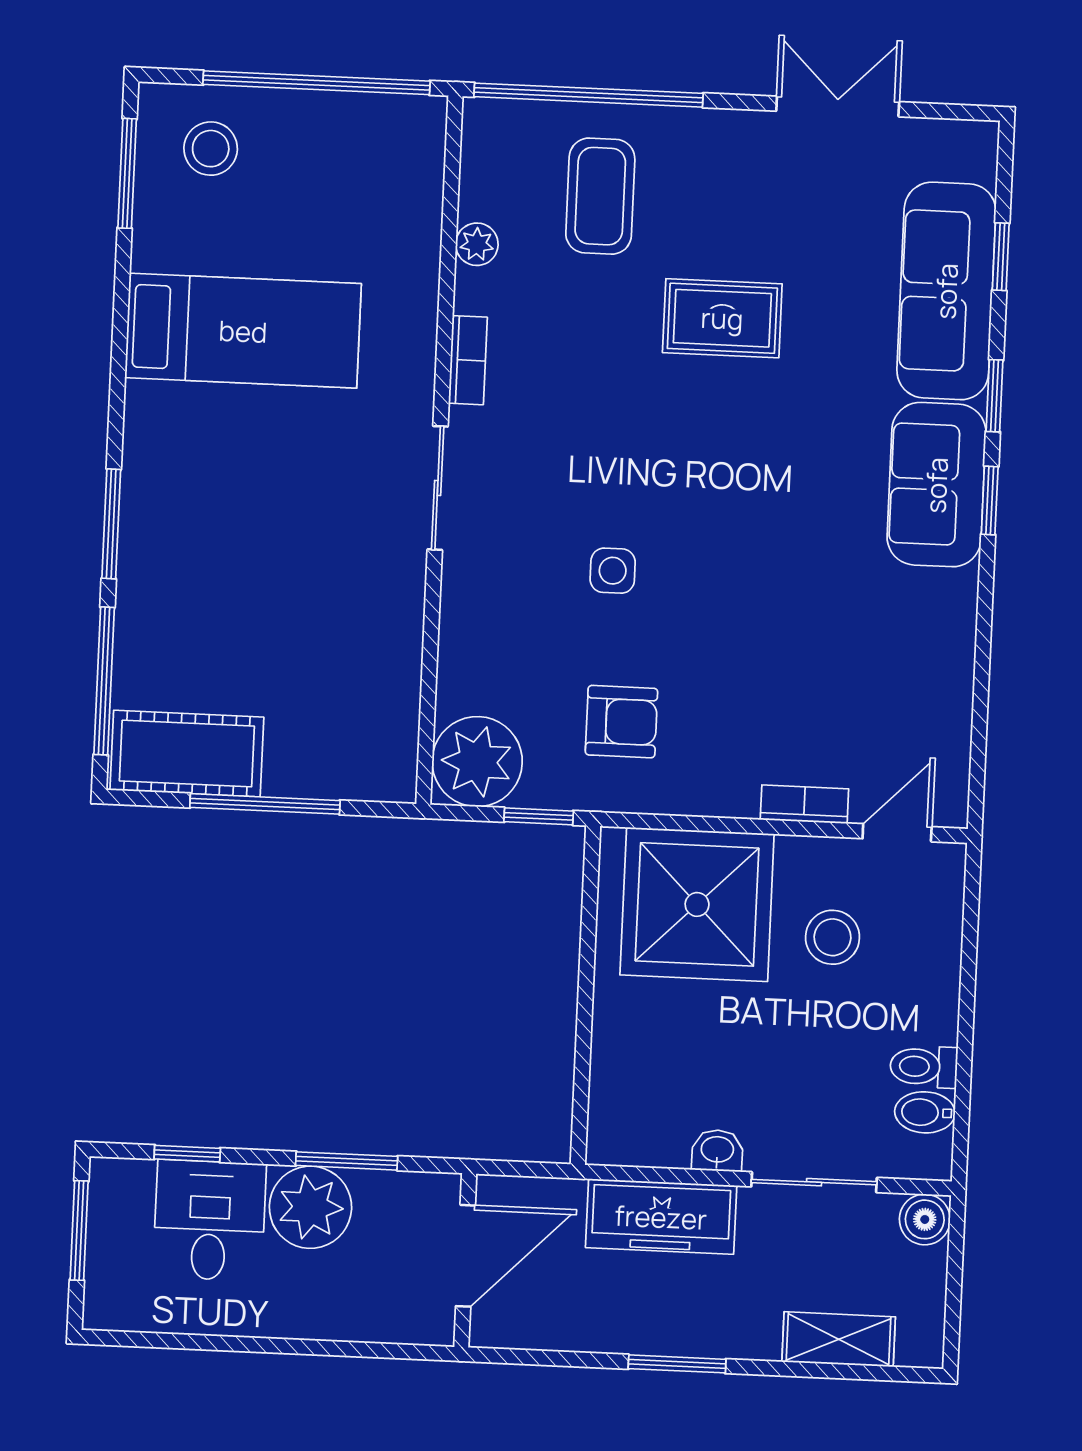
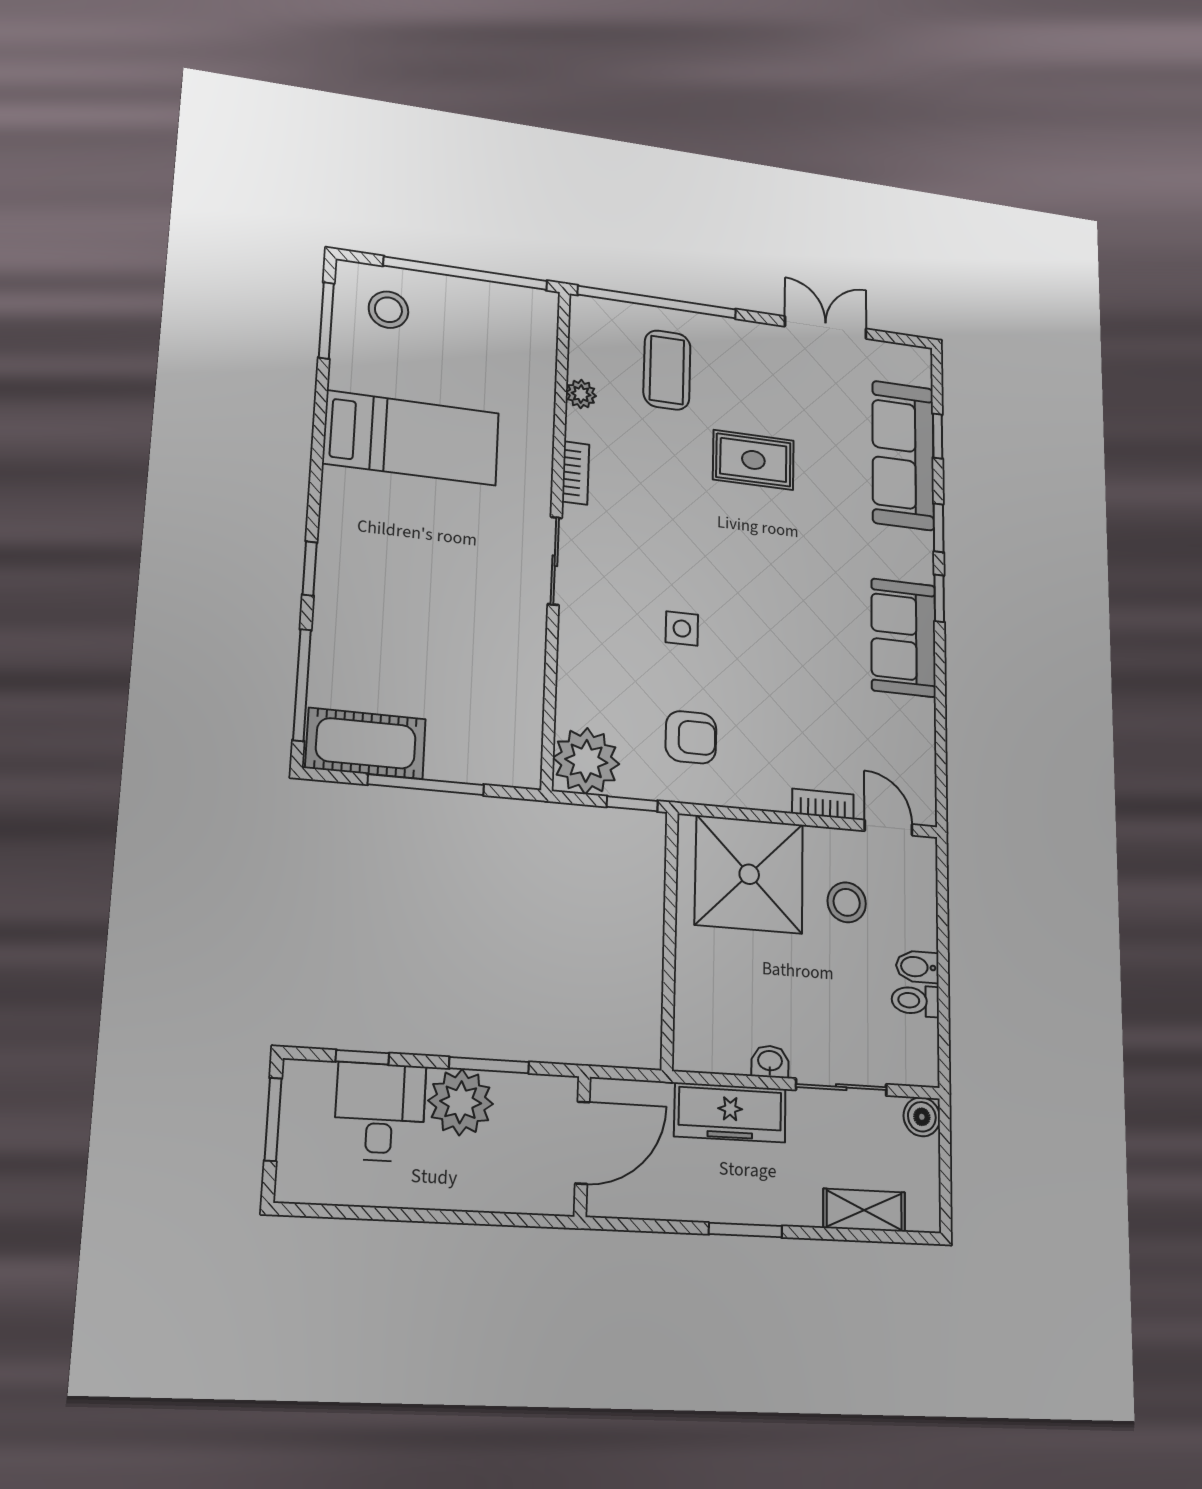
sofa: (936, 485) -> (904, 638), moved
window: (111, 524) -> (310, 569), width x0.67
door: (897, 833) -> (888, 828), hinge flipped
bidet: (925, 1112) -> (917, 967), moved

